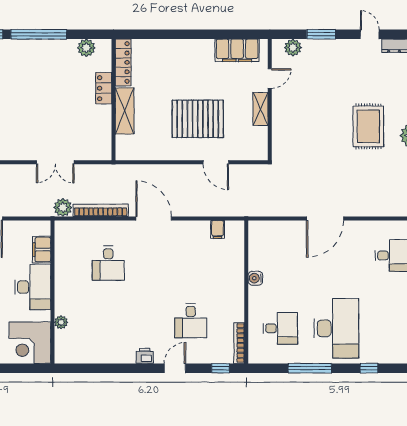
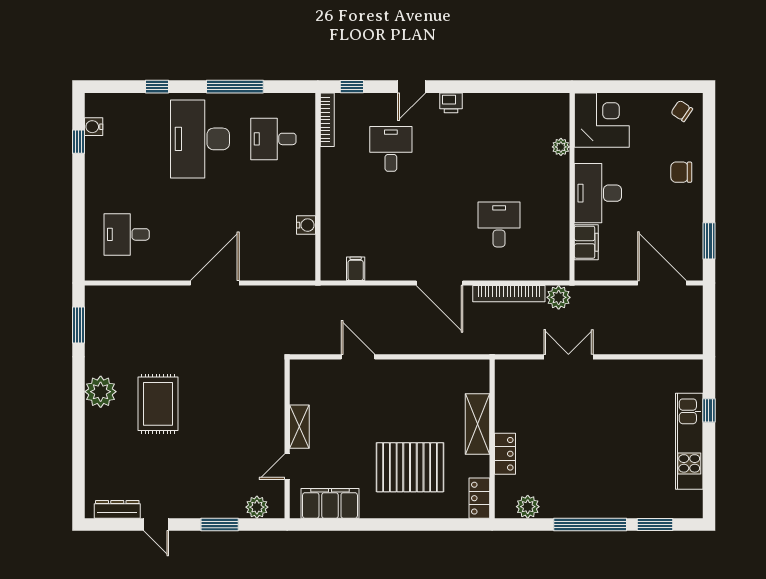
locker: (123, 62) -> (479, 498), width x0.66
pallet: (198, 119) -> (410, 467), moved
water cooler: (255, 278) -> (306, 225), moved

